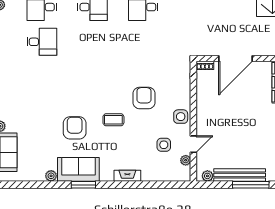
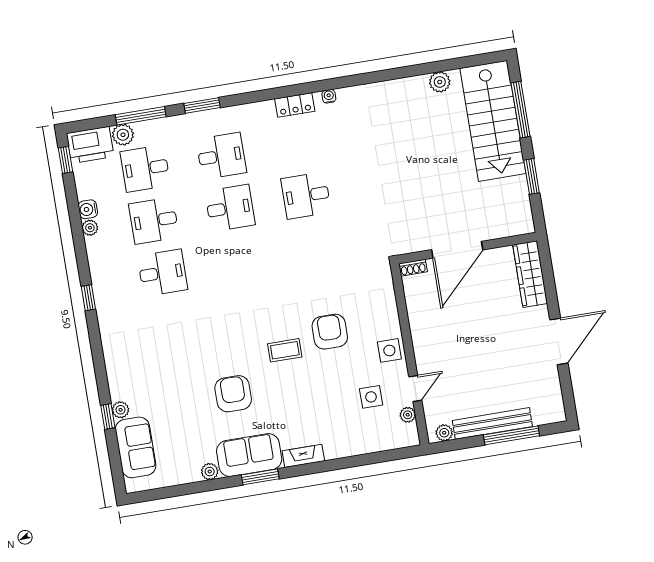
coffee table: (113, 120) -> (285, 350), moved
fireplace: (127, 176) -> (303, 456), moved

